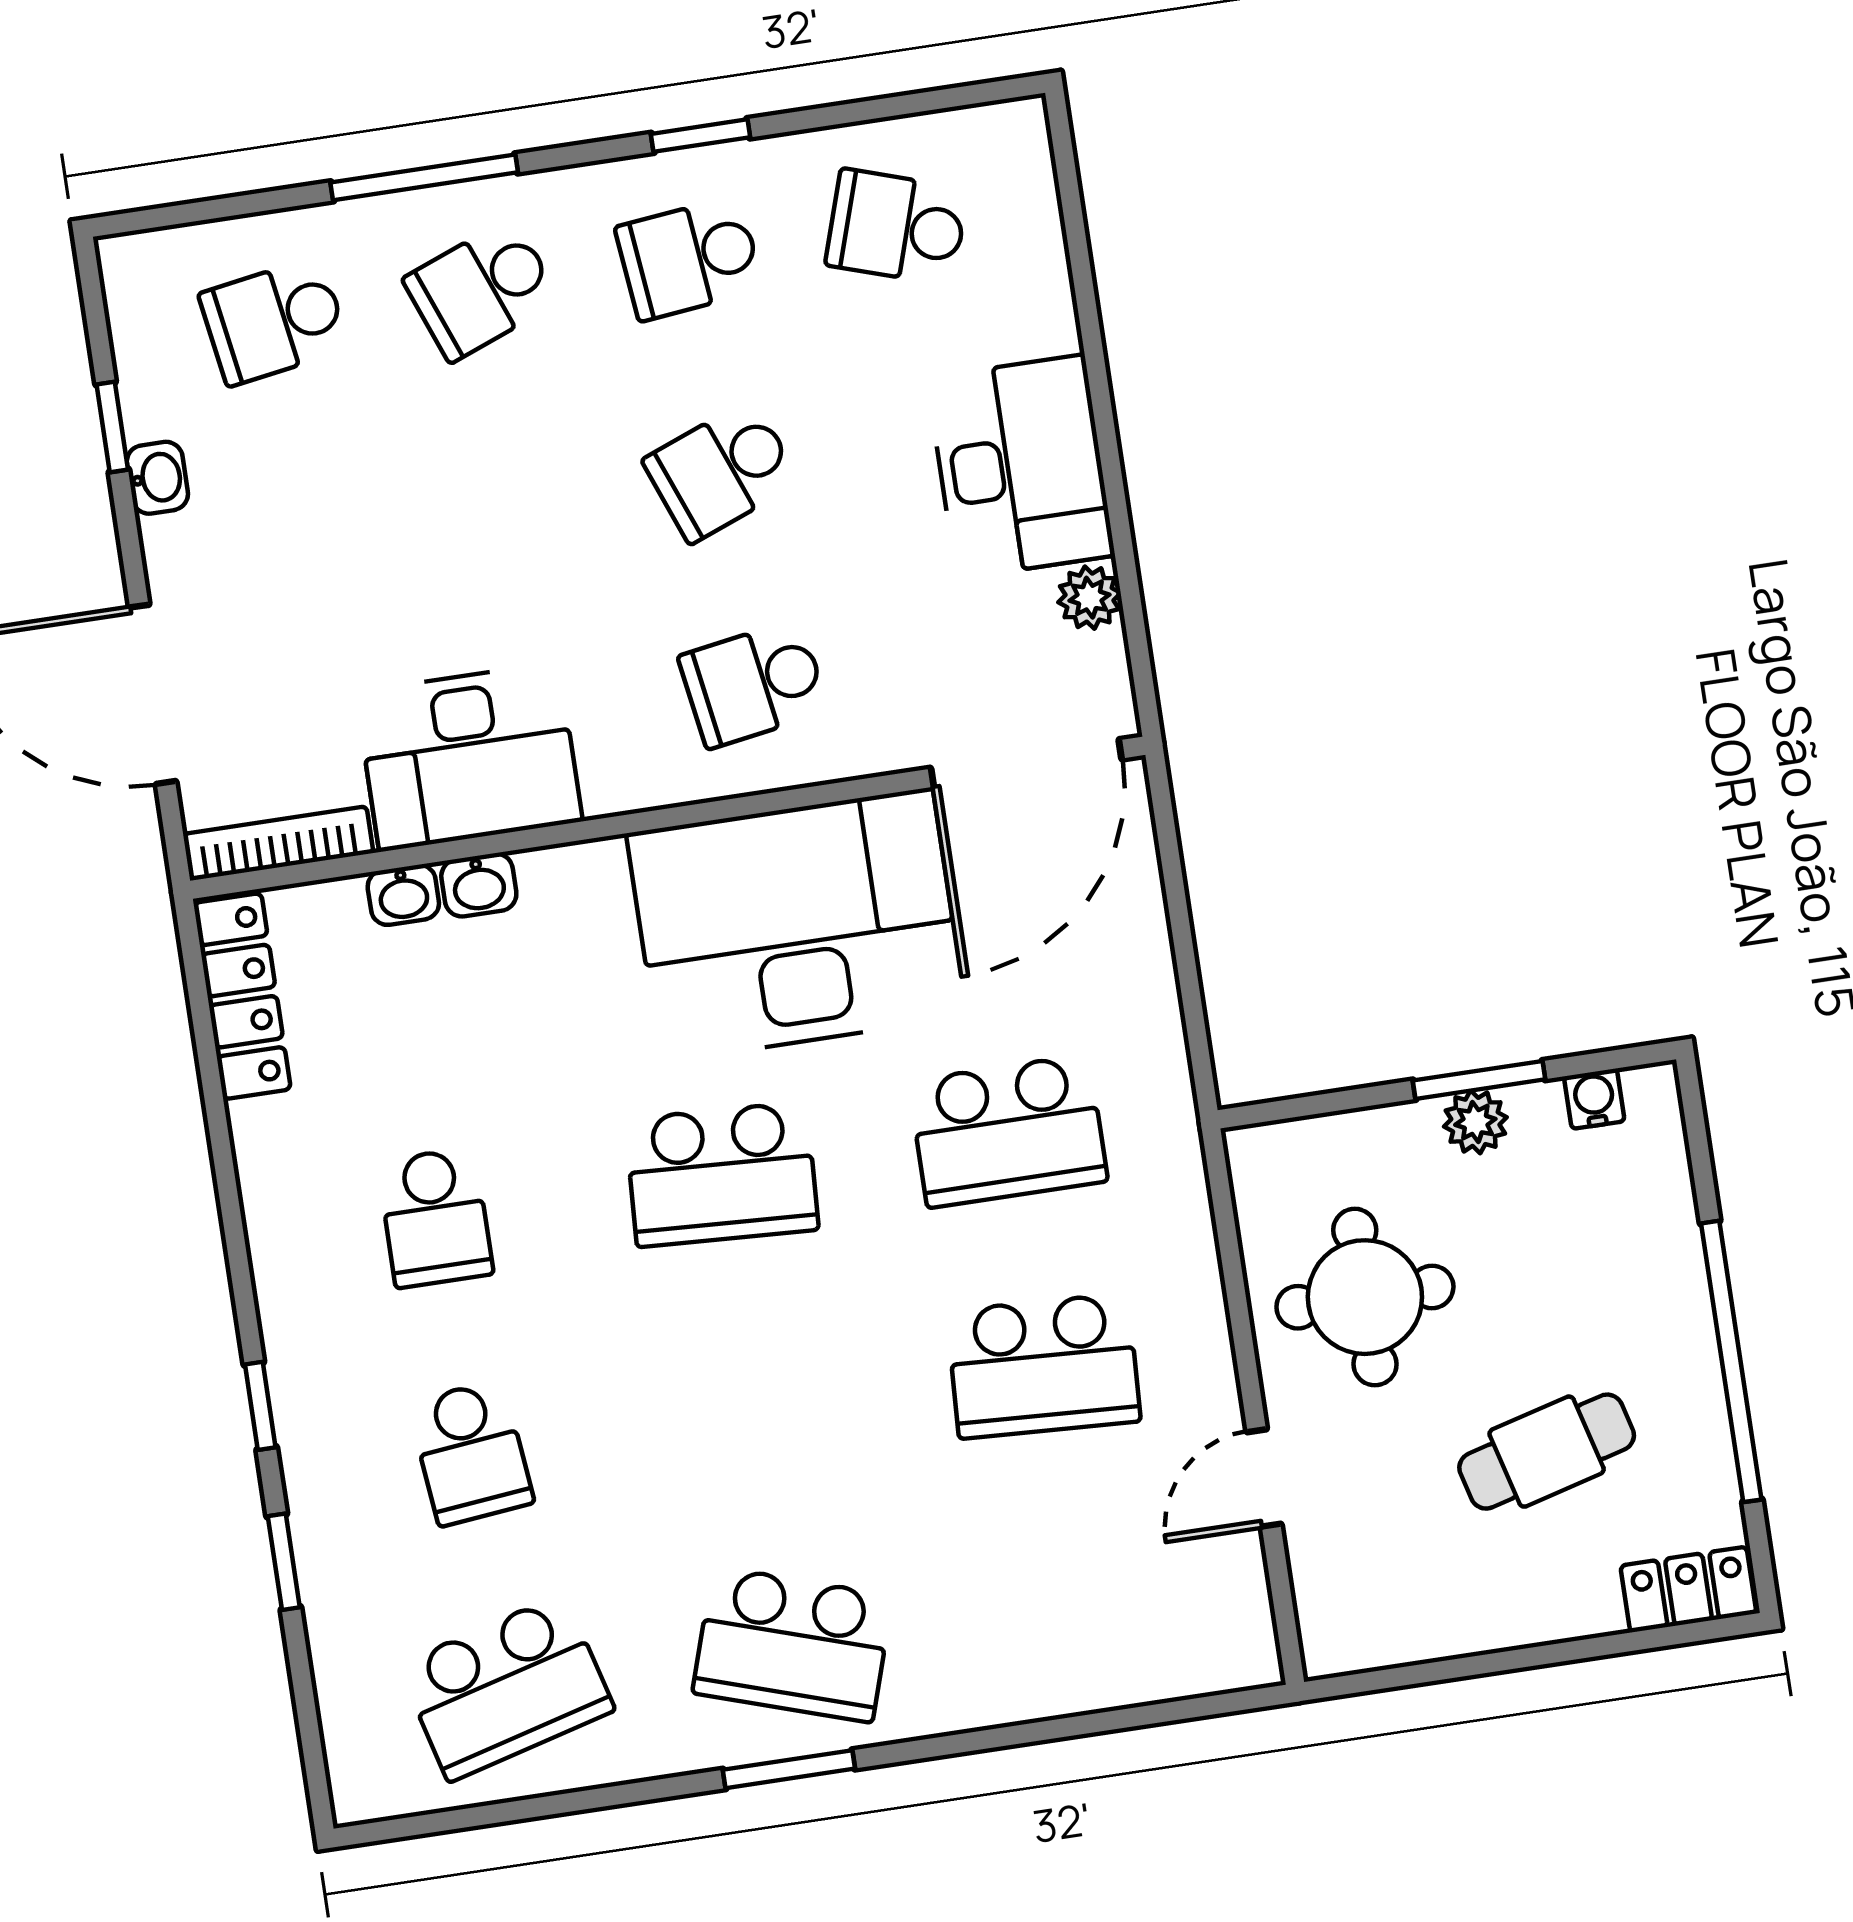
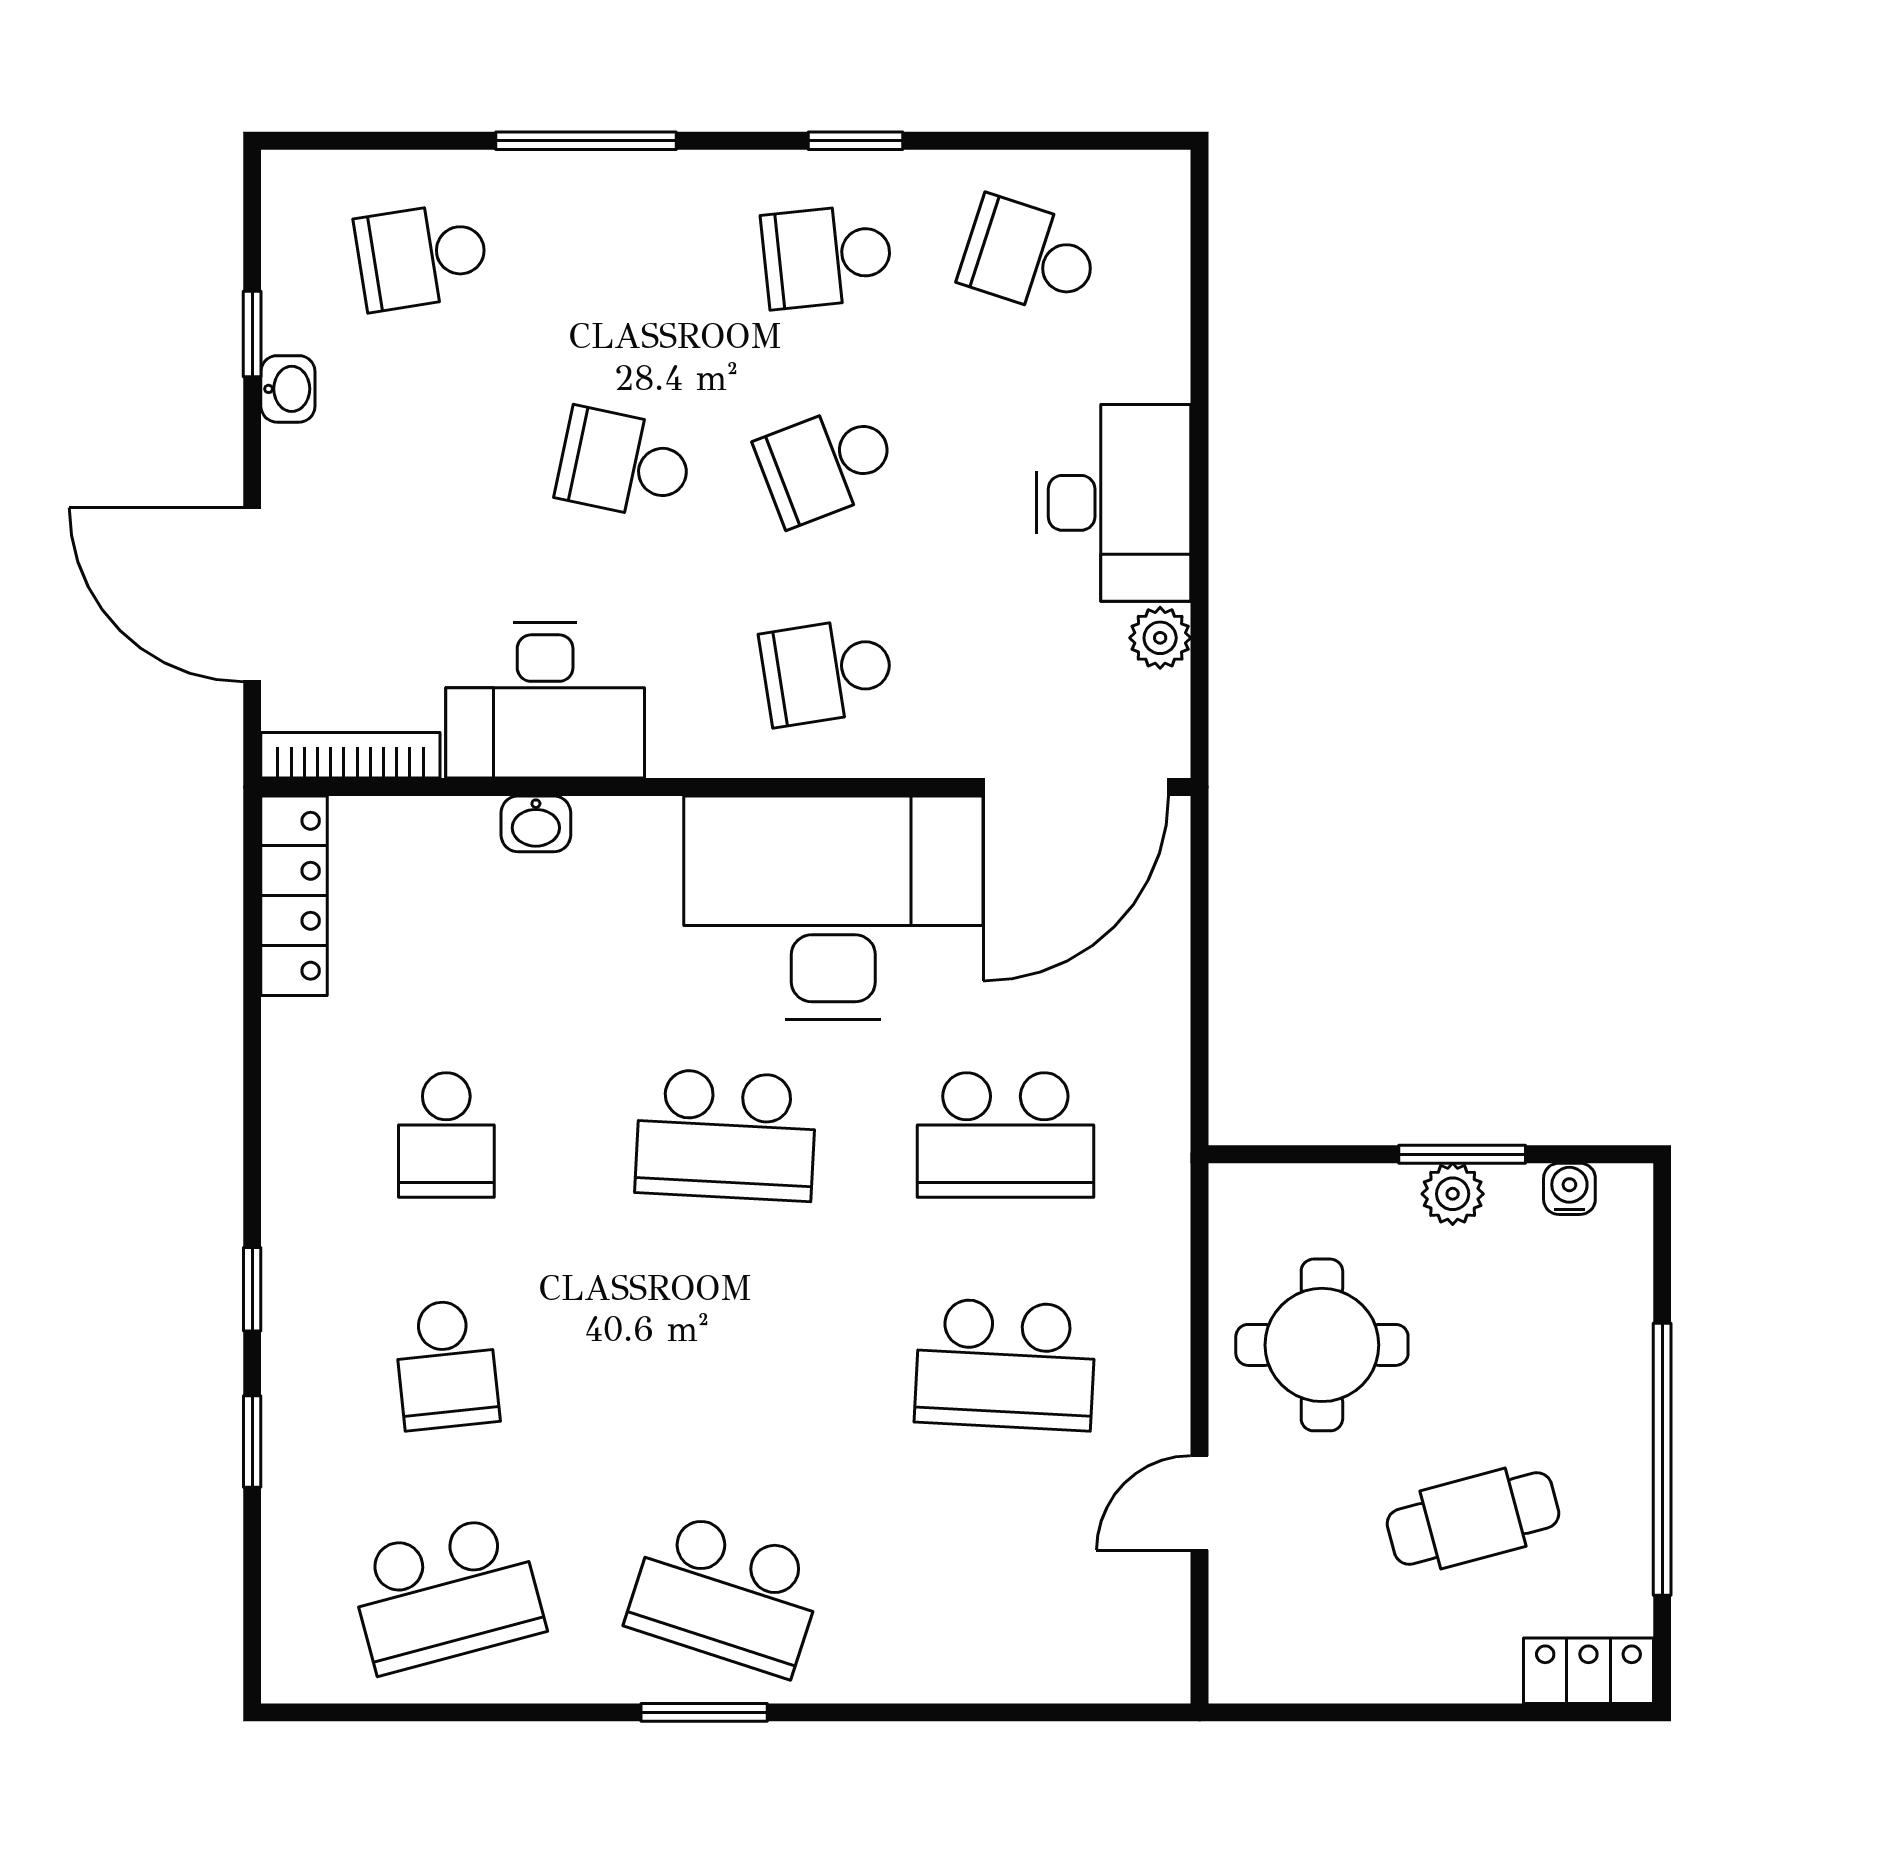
school desk: (482, 290) -> (625, 464), moved, turned 33
washbasin: (403, 895) -> (462, 822), removed

